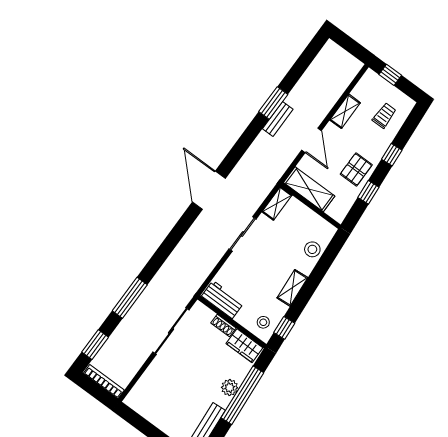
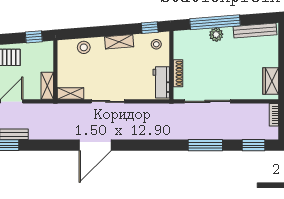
shelving: (309, 189) -> (47, 86), width x0.67, depth x0.75
window: (368, 192) -> (34, 37), moved
shoe rack: (223, 326) -> (178, 73), width x1.43
wardrobe: (244, 346) -> (271, 81), moved, turned 180
bookcase: (104, 382) -> (274, 115), width x0.64

